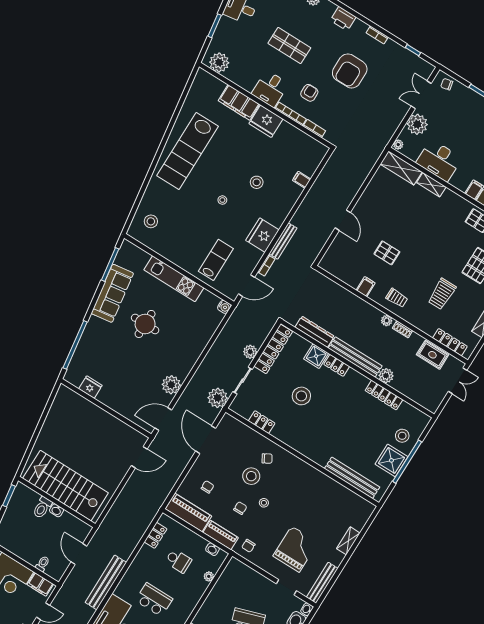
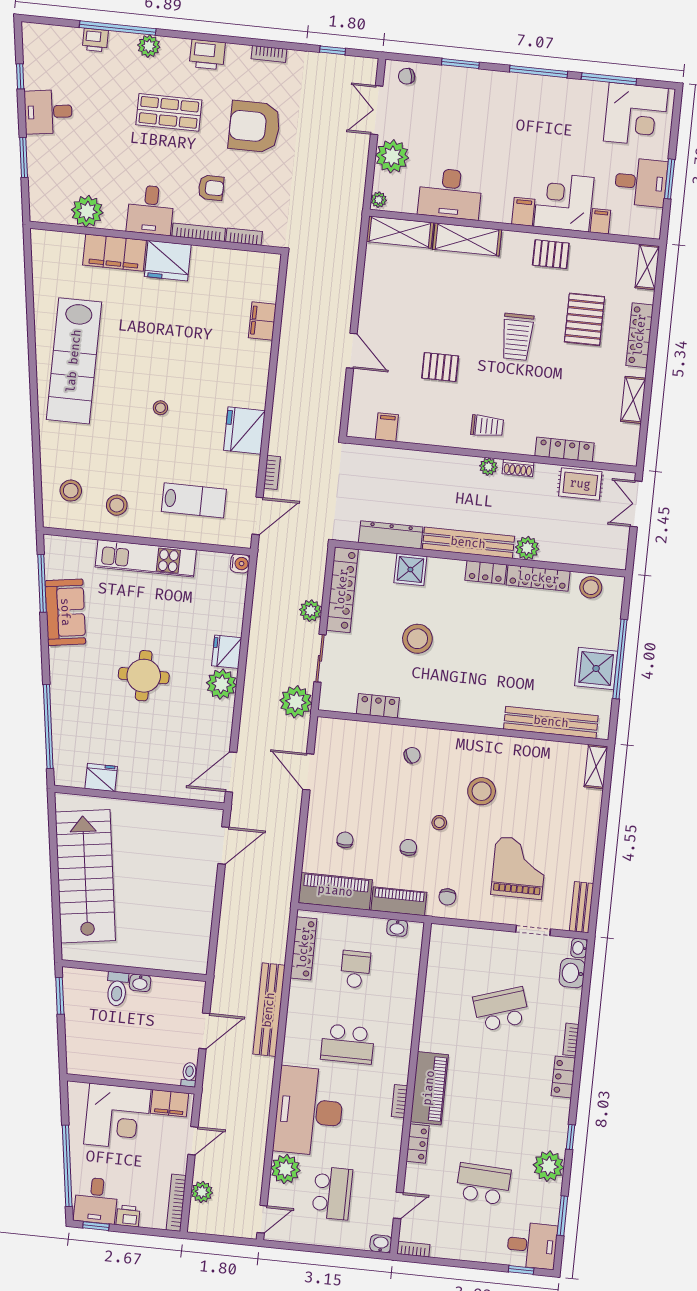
shop shelf: (289, 46) -> (169, 112), moved
plant: (219, 63) -> (87, 211), moved
armchair: (350, 71) -> (254, 127), turned 90
armchair: (309, 93) -> (211, 188), turned 90
filing cabinet: (302, 180) -> (262, 321), width x2.00
stool: (257, 182) -> (117, 505), moved
shelving: (431, 185) -> (467, 239), width x1.50, depth x1.33
bench: (283, 241) -> (279, 424), removed
lab bench: (216, 260) -> (194, 500), turned 90
filing cabinet: (366, 287) -> (387, 427), moved
sofa: (112, 293) -> (65, 612), width x0.73
trolley: (442, 294) -> (517, 337), moved
round table: (145, 324) -> (144, 676), moved
locker: (450, 342) -> (565, 449), moved
fridge: (193, 352) -> (227, 652), added
locker: (337, 365) -> (486, 572), moved
double door: (458, 381) -> (636, 504), swing flipped
plant: (171, 385) -> (222, 684), moved
stool: (402, 436) -> (591, 587), moved
door: (206, 440) -> (308, 772), width x0.73
stool: (251, 476) -> (482, 791), moved
stairs: (66, 486) -> (85, 876), moved, turned 82
locker: (156, 535) -> (304, 948), width x1.53
shelving: (348, 541) -> (596, 767), moved
door: (79, 554) -> (204, 1031), swing flipped
school desk: (178, 561) -> (355, 969), turned -90
toilet: (43, 564) -> (189, 1075), moved
plant: (209, 576) -> (411, 970), removed
bench: (106, 582) -> (269, 1010), moved
bench: (322, 583) -> (582, 907), width x0.73
school desk: (154, 600) -> (348, 1044), turned 180

